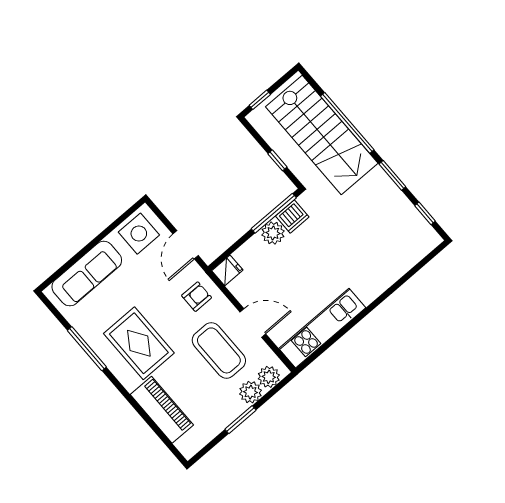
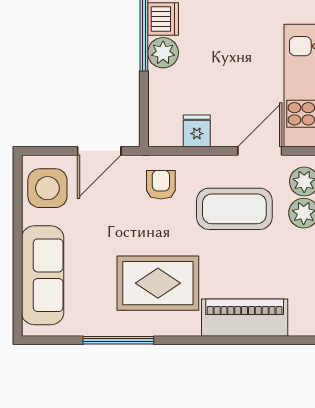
door: (186, 245) -> (99, 151), hinge flipped
fridge: (227, 270) -> (197, 131), moved
door: (253, 323) -> (260, 151), moved

